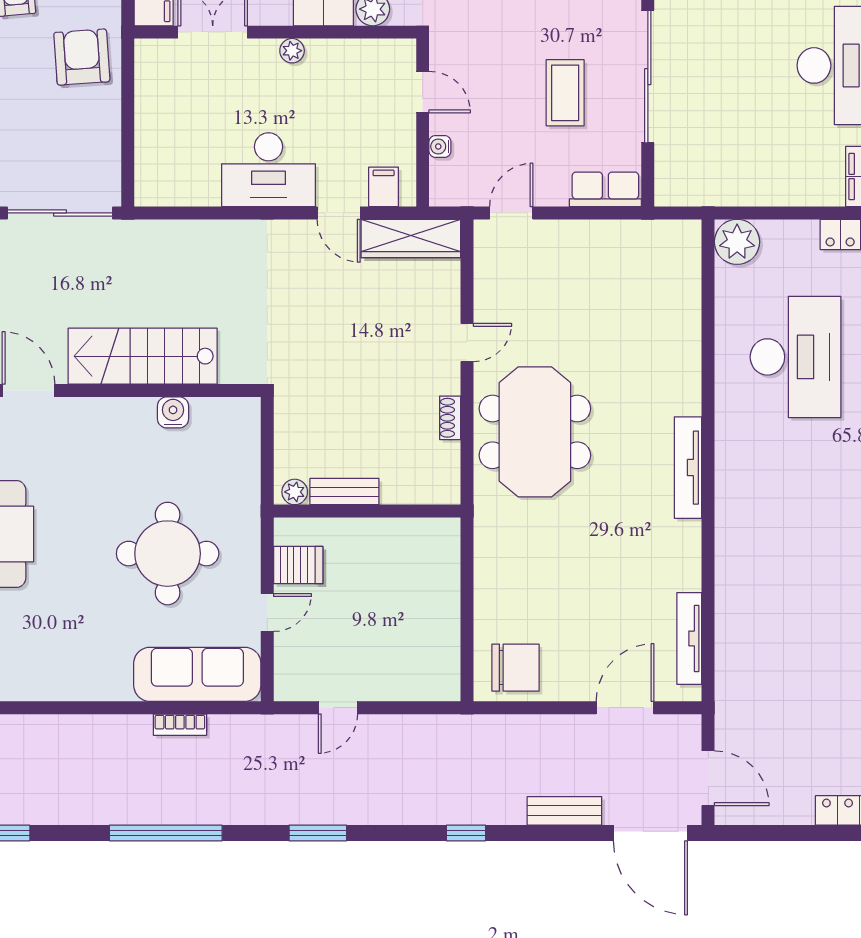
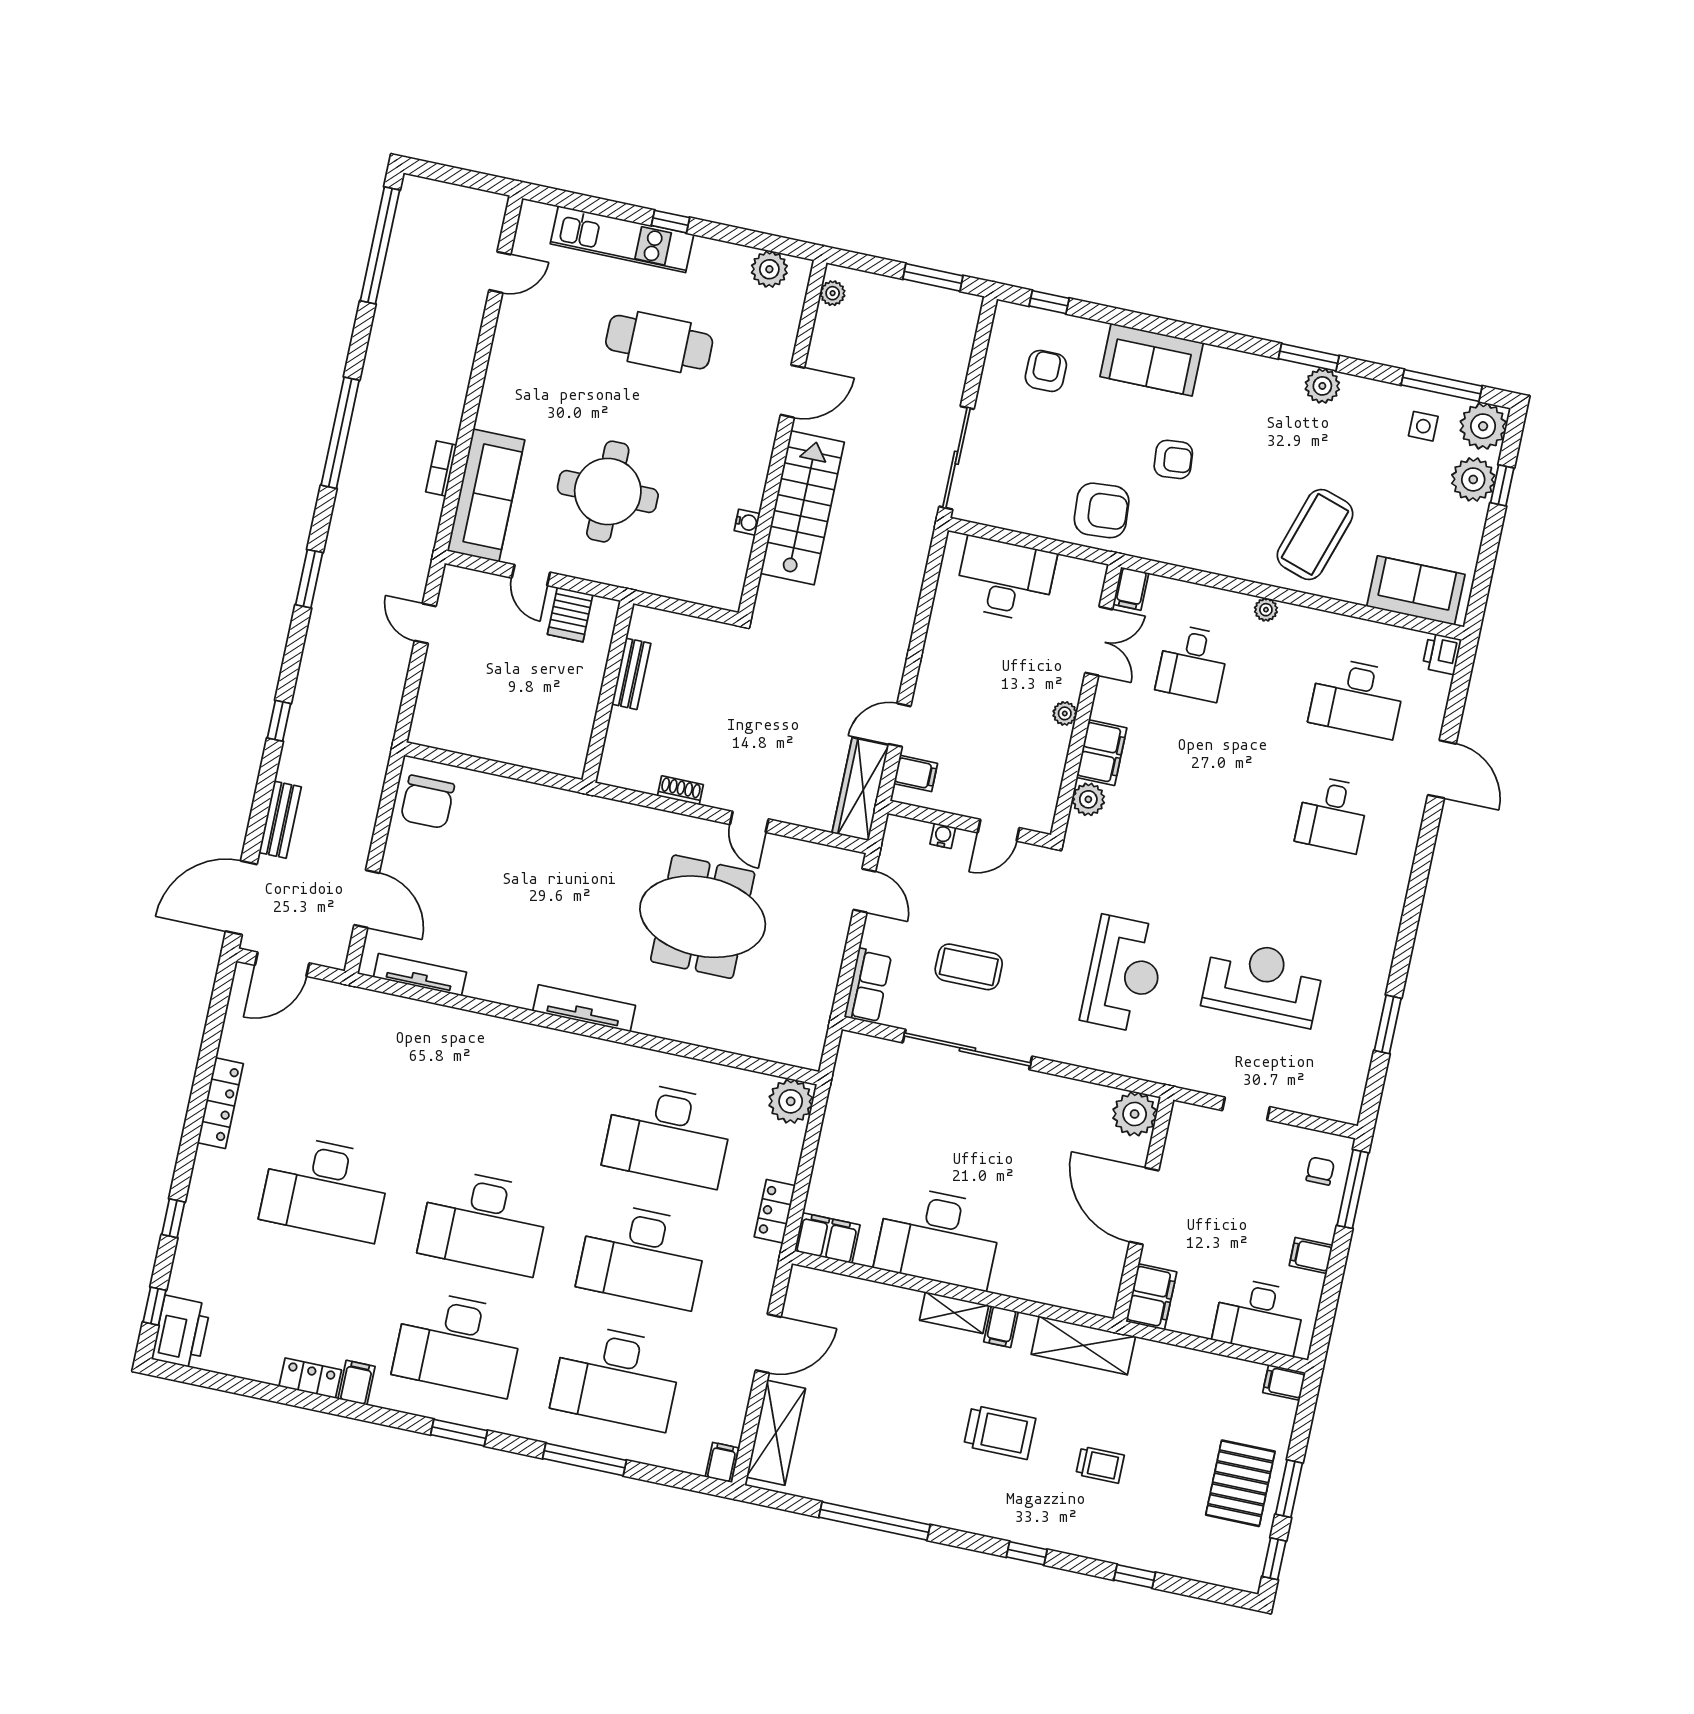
desk: (268, 170) -> (1005, 579), moved, turned 90
water cooler: (173, 412) -> (747, 522), width x0.72, depth x0.72
meeting table: (535, 432) -> (703, 917), moved
plant: (295, 492) -> (641, 626), removed

